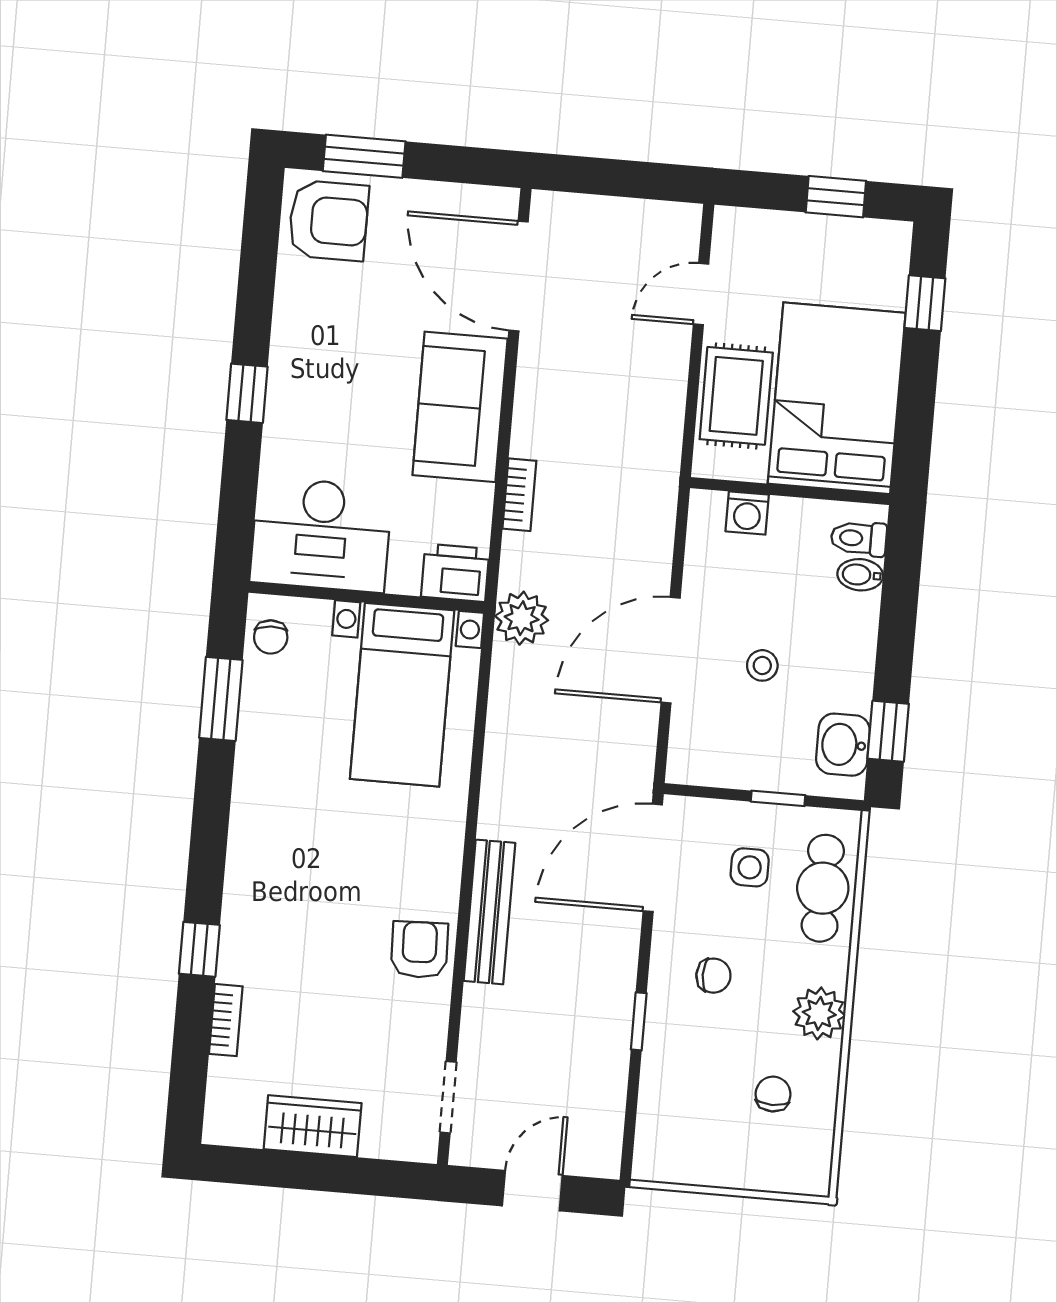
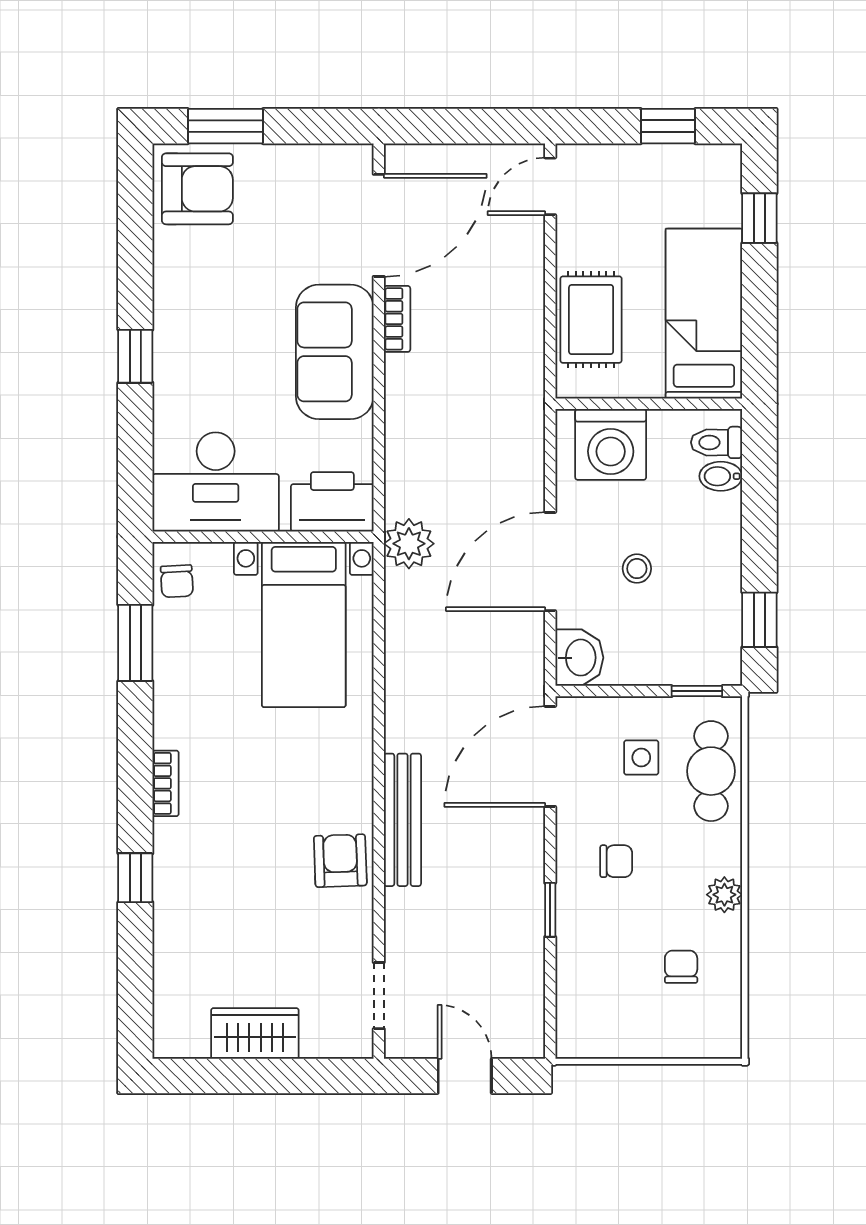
door: (518, 276) -> (379, 225), swing flipped
door: (701, 294) -> (550, 186), moved
bed: (837, 398) -> (704, 314), width x0.67
bookcase: (519, 495) -> (397, 319), moved
washing machine: (747, 513) -> (611, 444), width x1.89, depth x1.89
printer: (455, 573) -> (332, 502), width x1.37, depth x1.19
washbasin: (843, 745) -> (579, 658), moved, turned 180
window: (778, 798) -> (697, 691), moved
plant: (819, 1013) -> (724, 895), width x0.73, depth x0.73
bookcase: (226, 1020) -> (166, 783), moved
door: (532, 1191) -> (465, 1076), hinge flipped

